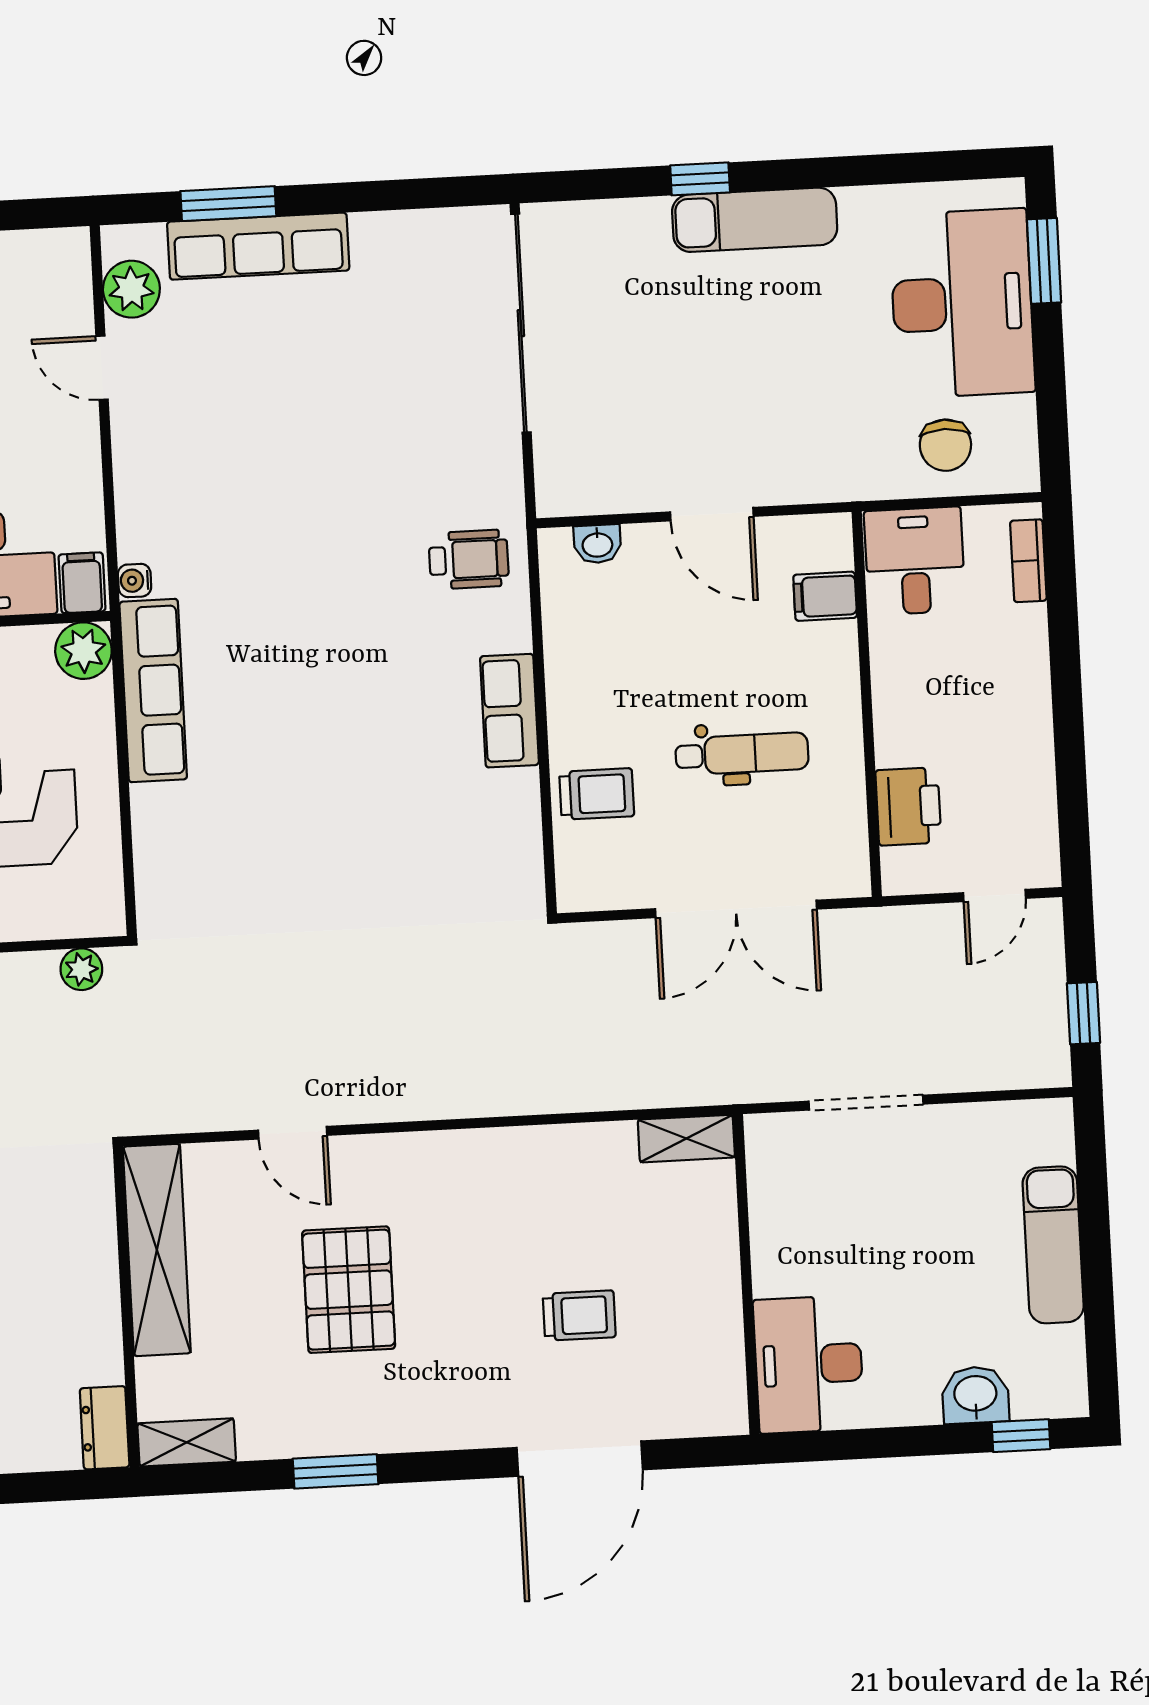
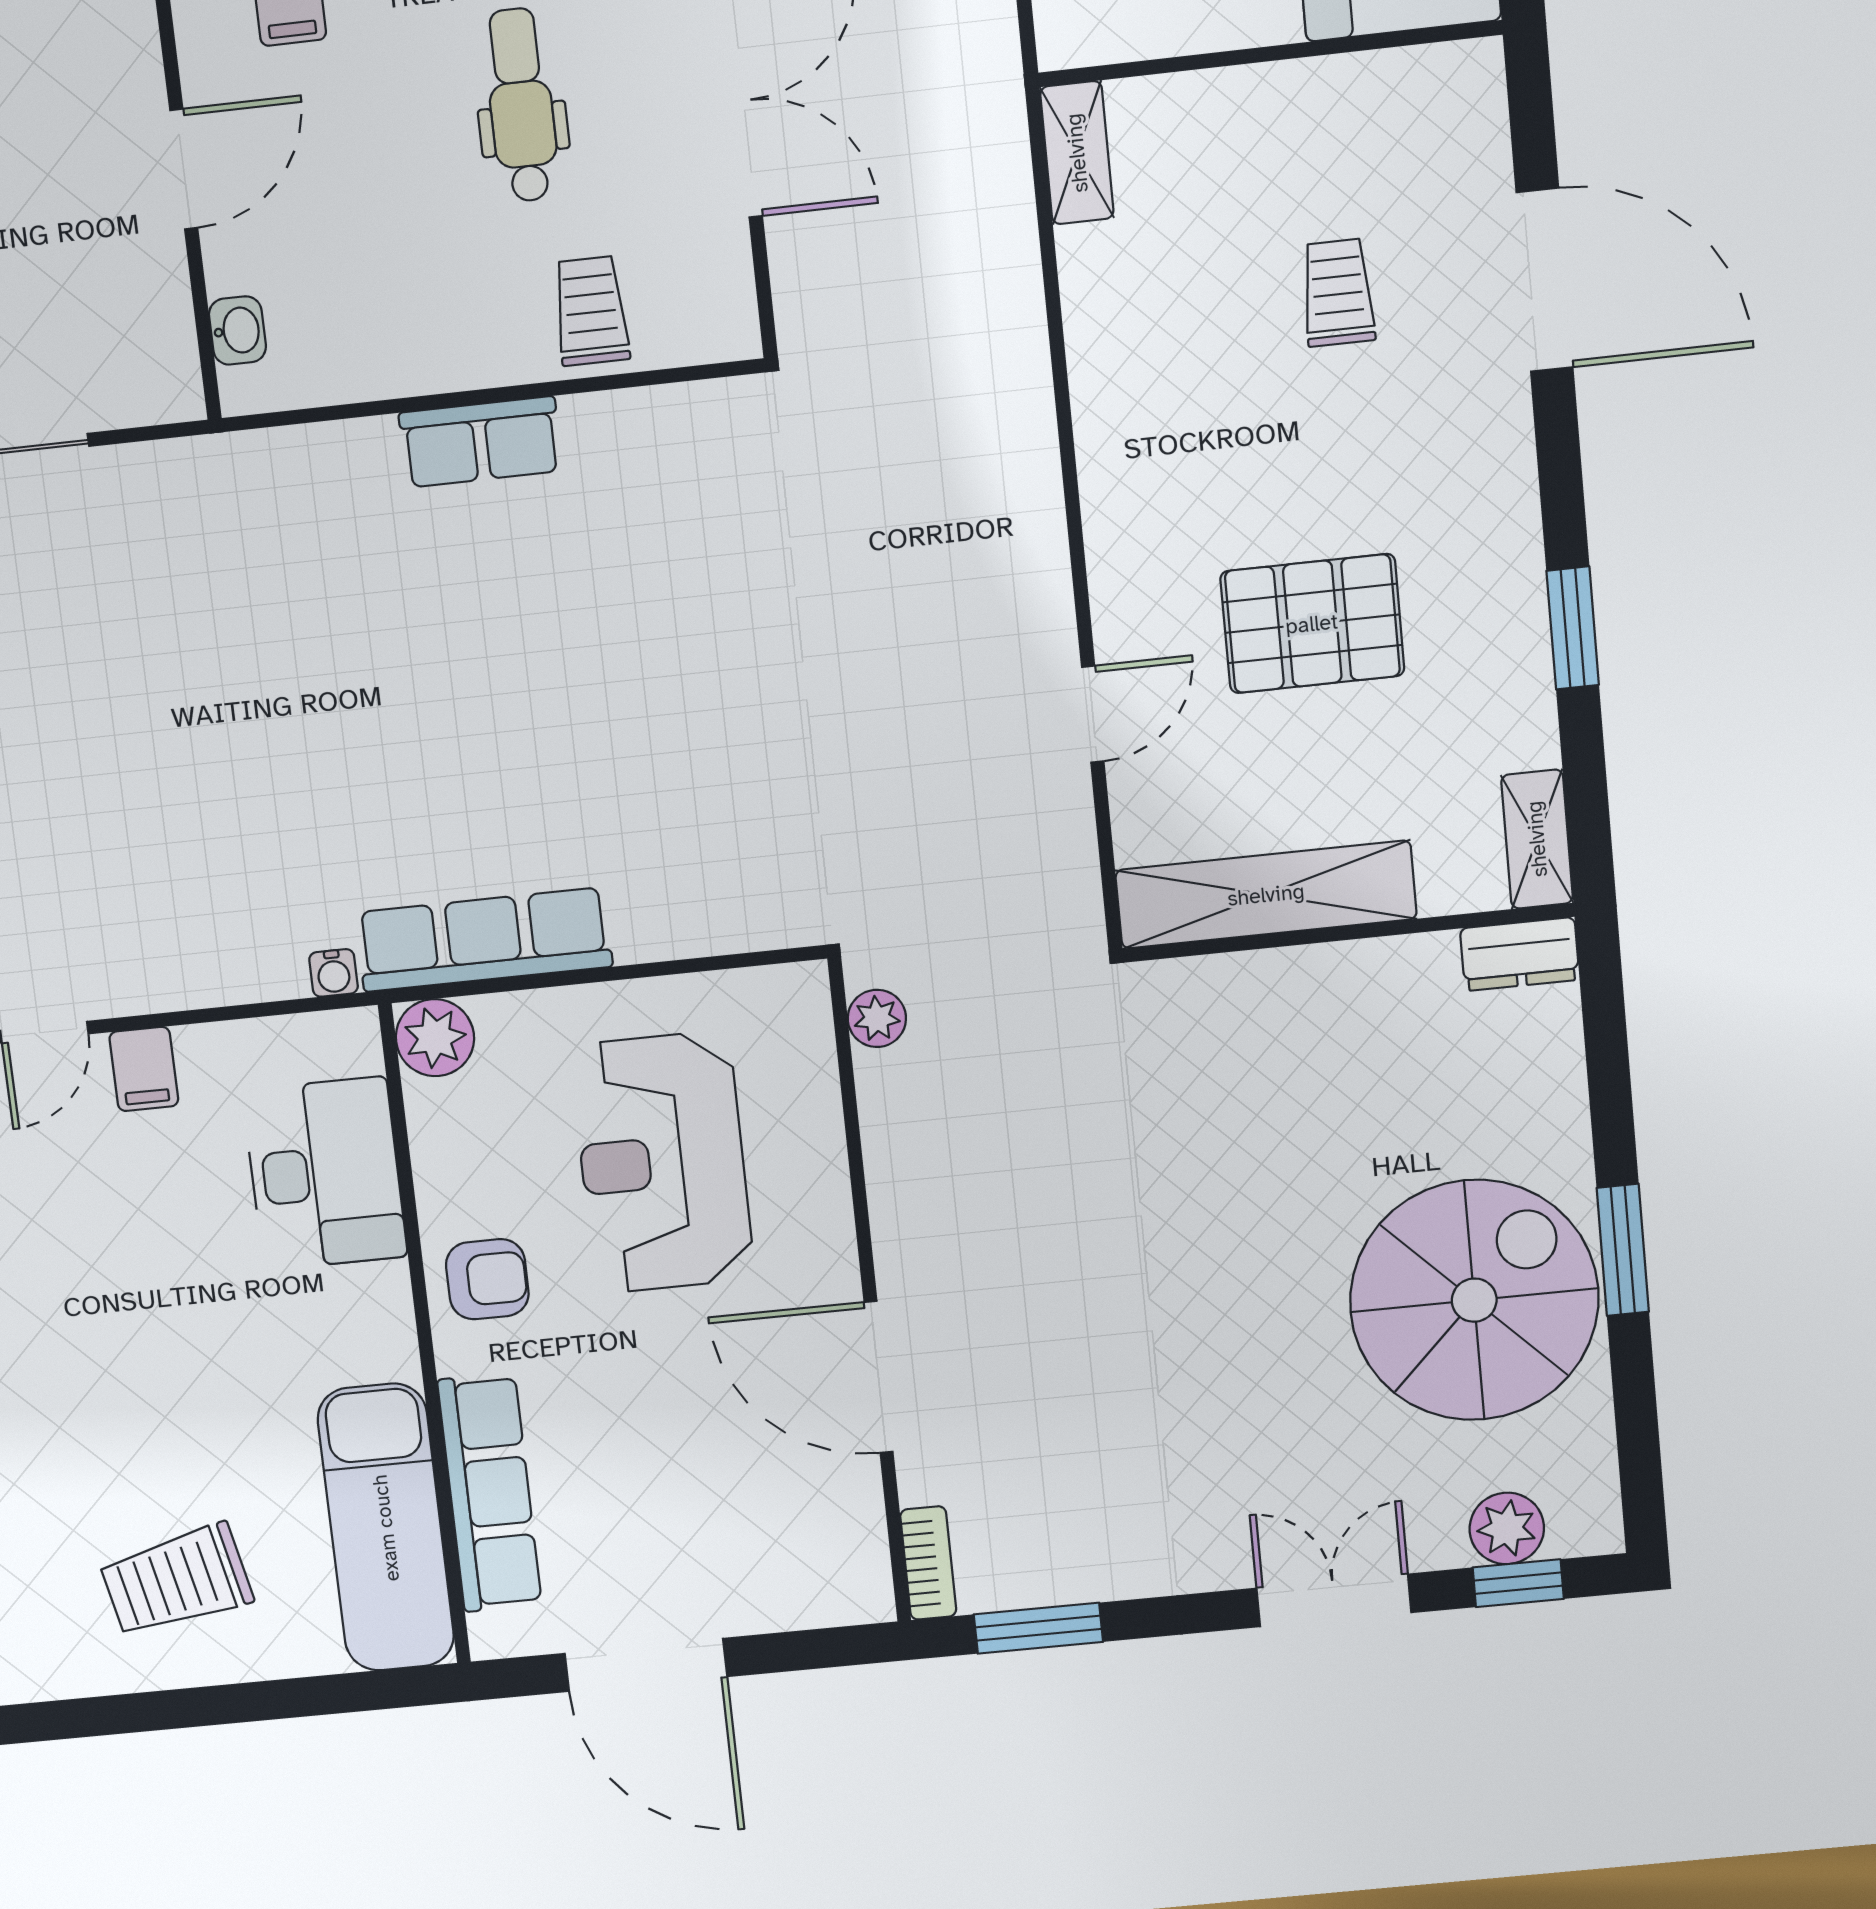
wheelchair: (469, 559) -> (272, 511), removed
filing cabinet: (82, 583) -> (144, 1069), moved, turned -90

